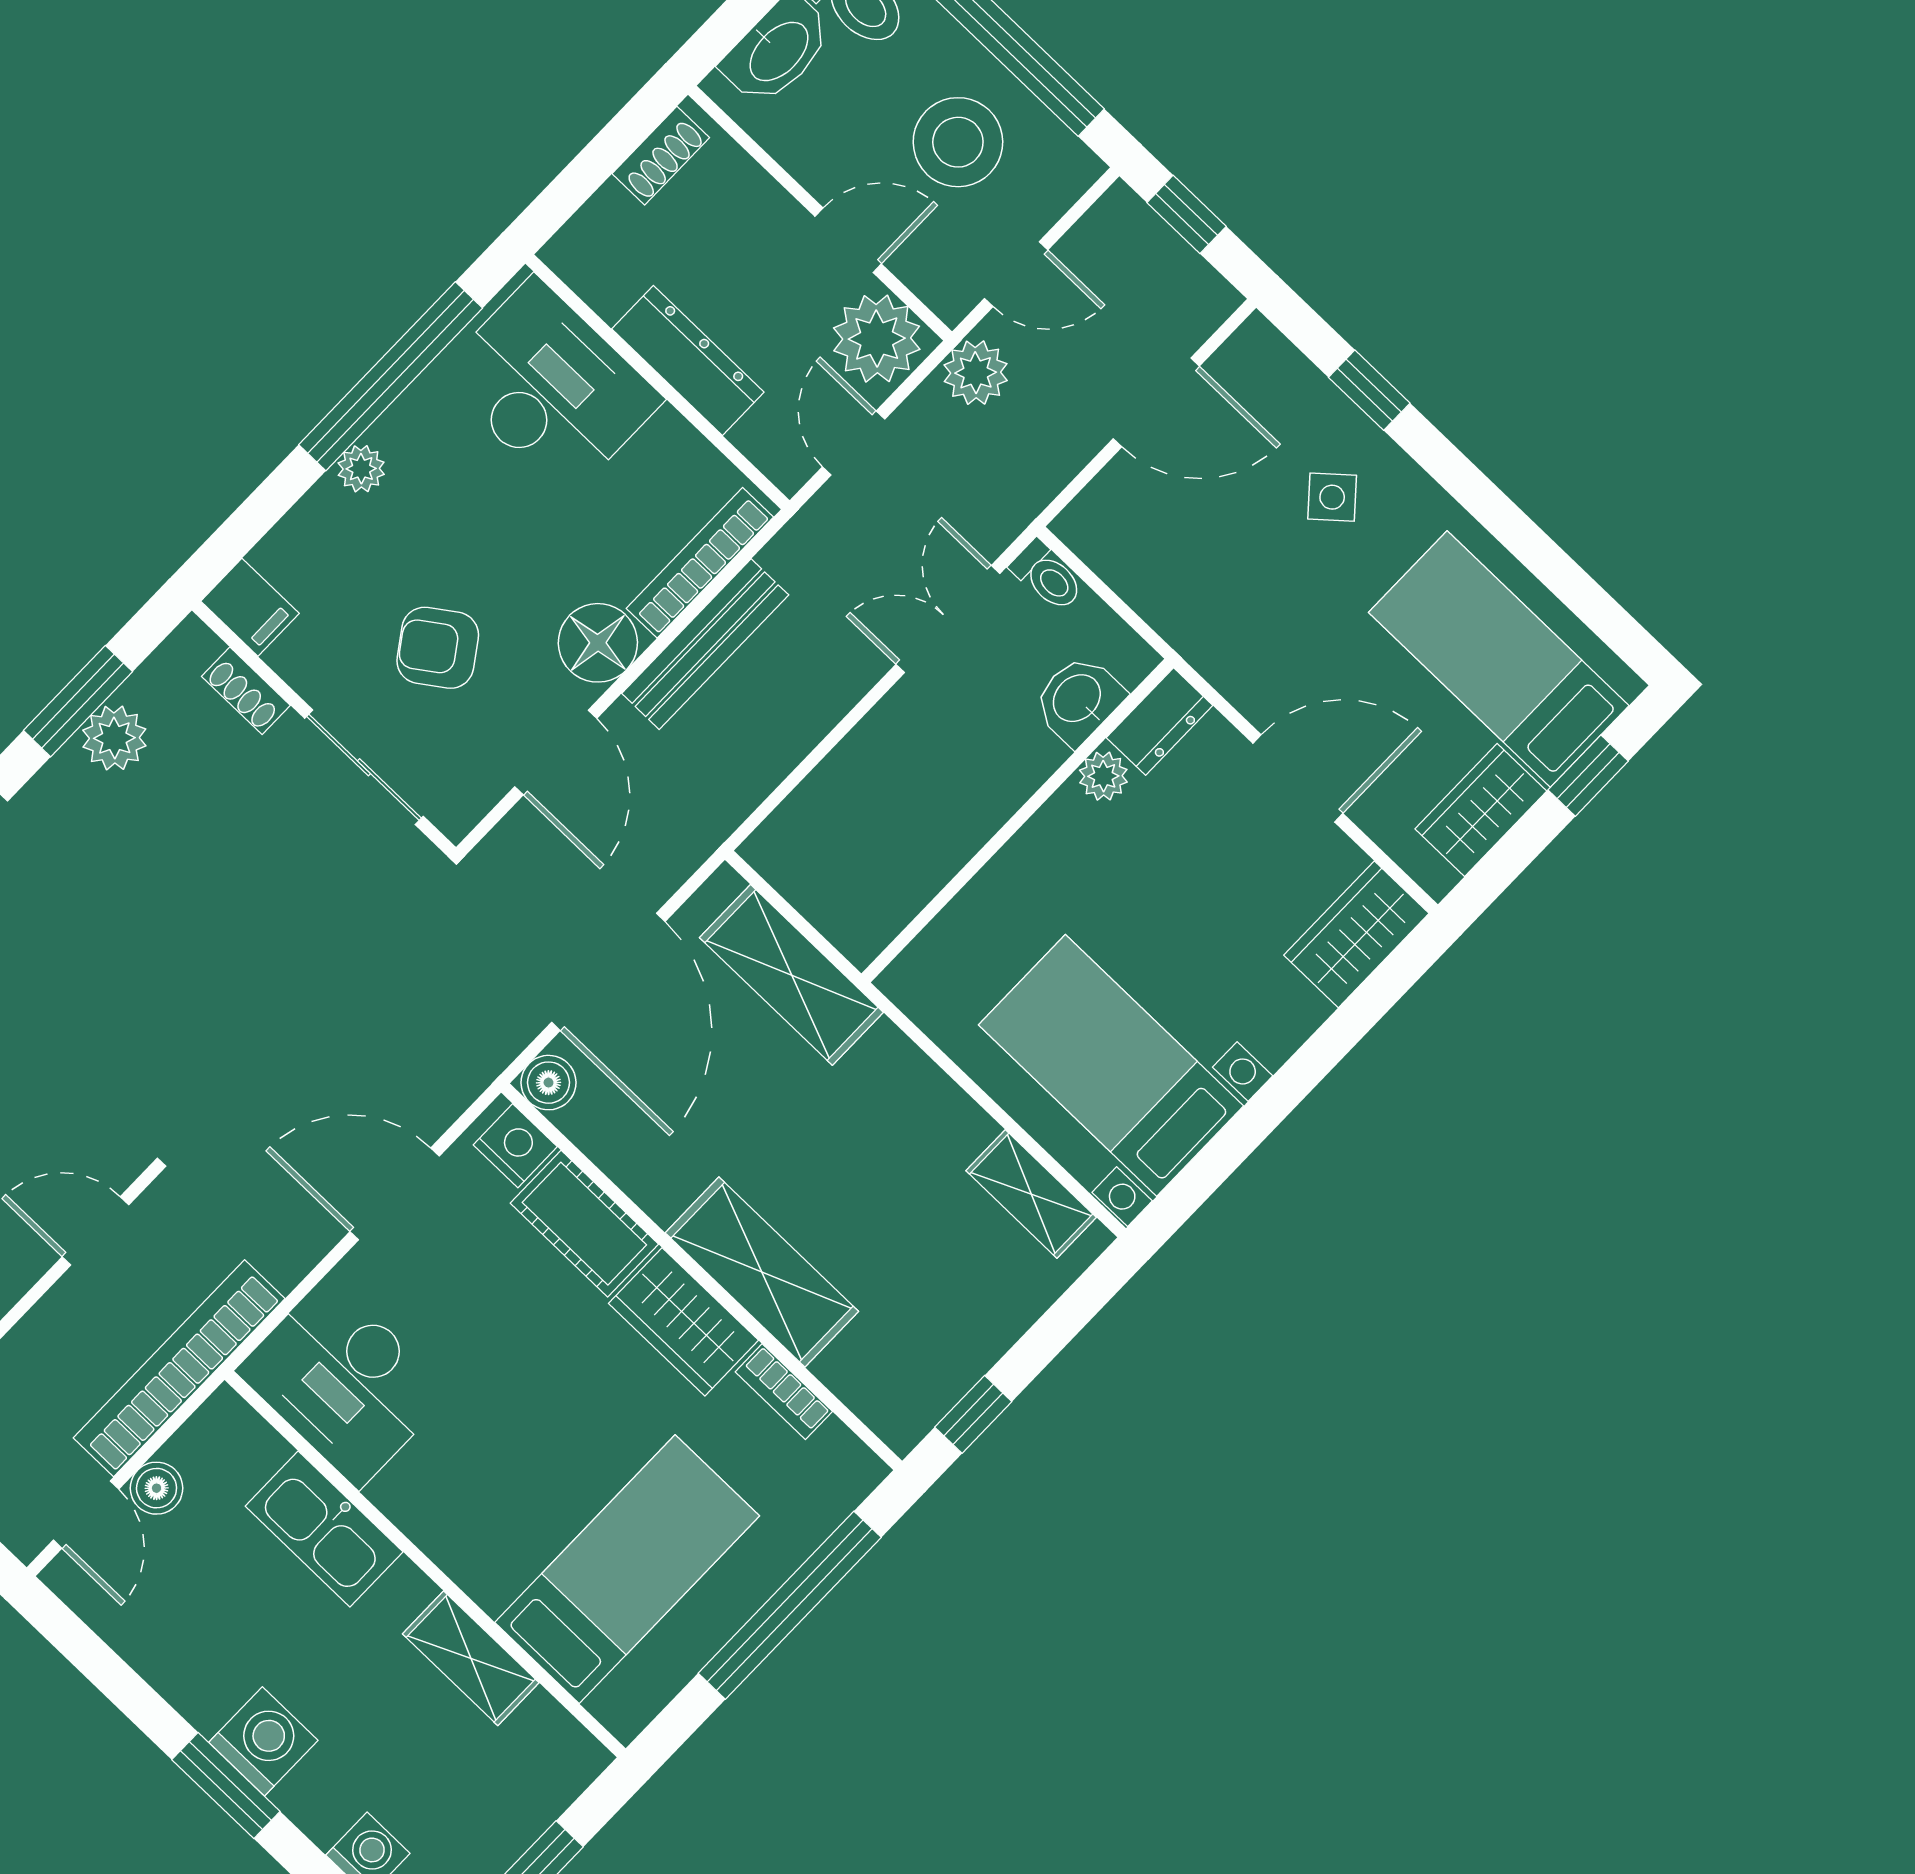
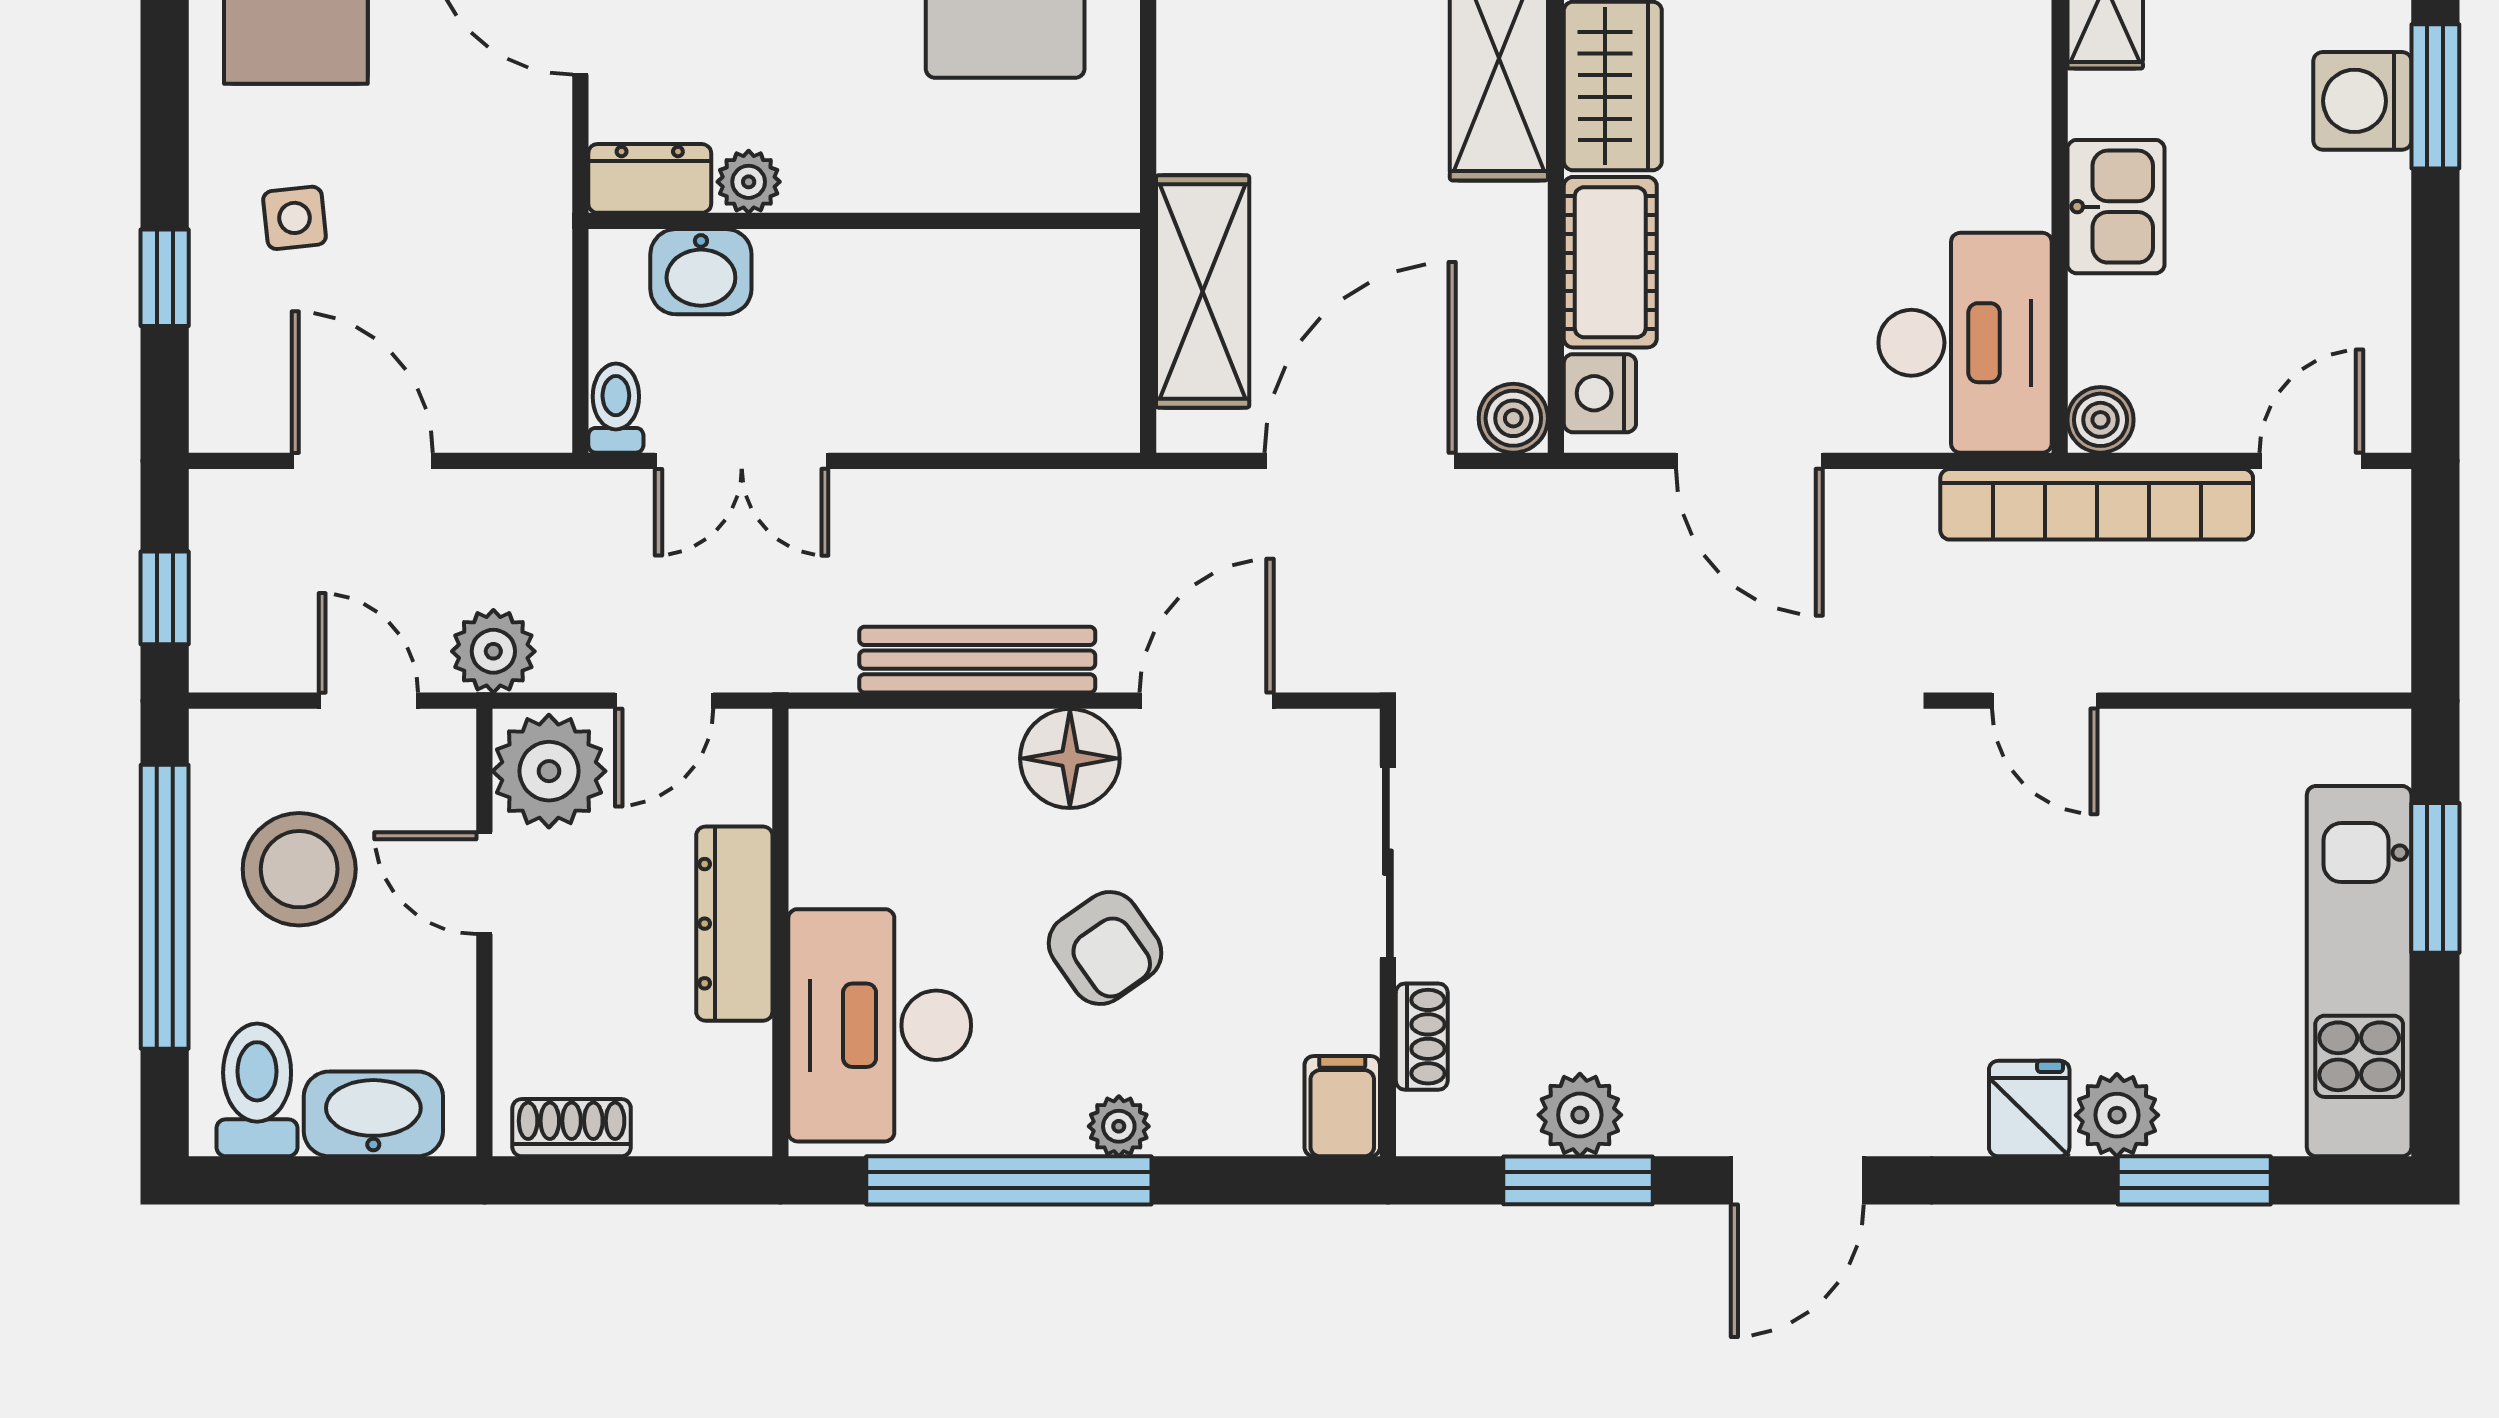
side table: (1332, 497) -> (295, 218), turned 35
bookcase: (700, 563) -> (908, 736), removed
armchair: (438, 648) -> (1105, 948), moved
boiler: (157, 1488) -> (2100, 420), moved
kitchen sink: (324, 1529) -> (2116, 207), width x0.73

